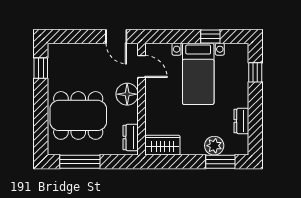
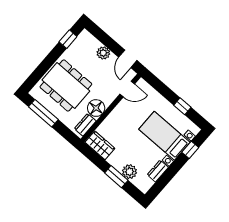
plant: (87, 52) -> (103, 53), added
door: (141, 67) -> (127, 89), hinge flipped
bed with nightstands: (198, 74) -> (164, 136), moved, turned 90
floor lamp: (127, 94) -> (96, 108), moved
window: (220, 162) -> (116, 177), moved

